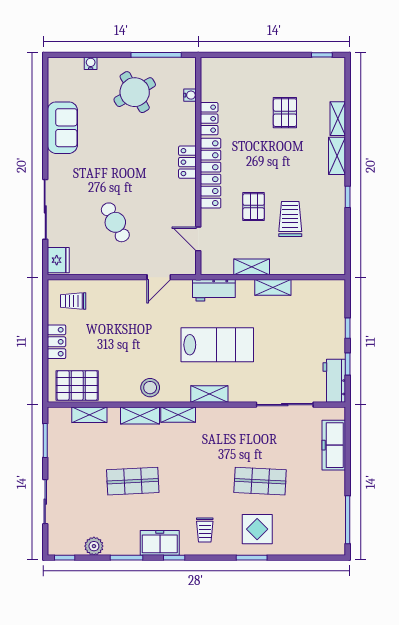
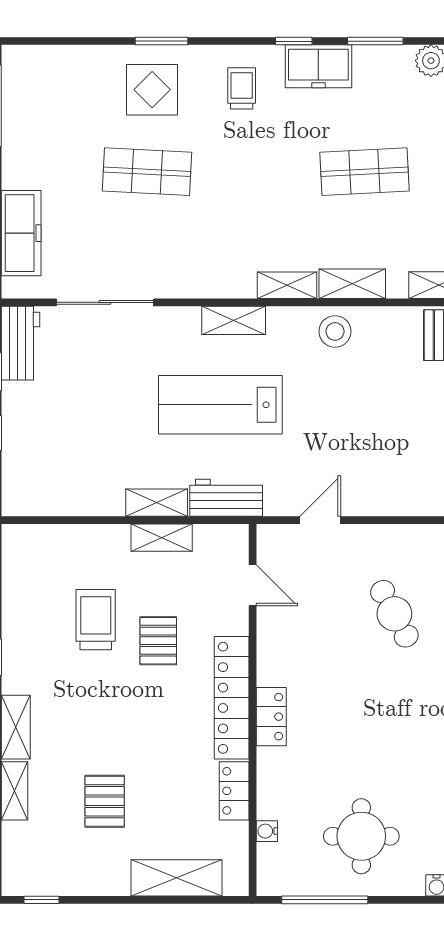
shelving: (243, 68) -> (176, 878), added
round table: (135, 92) -> (361, 836), turned 30
trolley: (290, 219) -> (96, 620), turned 180
shelving: (273, 287) -> (157, 503), moved

